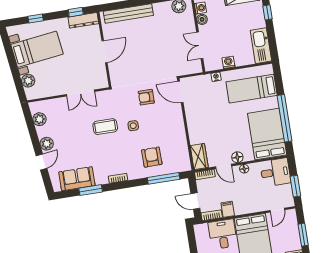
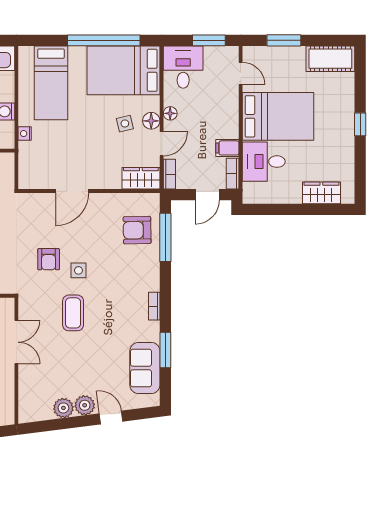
door: (180, 92) -> (72, 191), moved
armchair: (146, 97) -> (49, 259), moved
plant: (39, 119) -> (63, 408), moved
side table: (233, 140) -> (125, 124), added
armchair: (152, 157) -> (137, 230), moved

